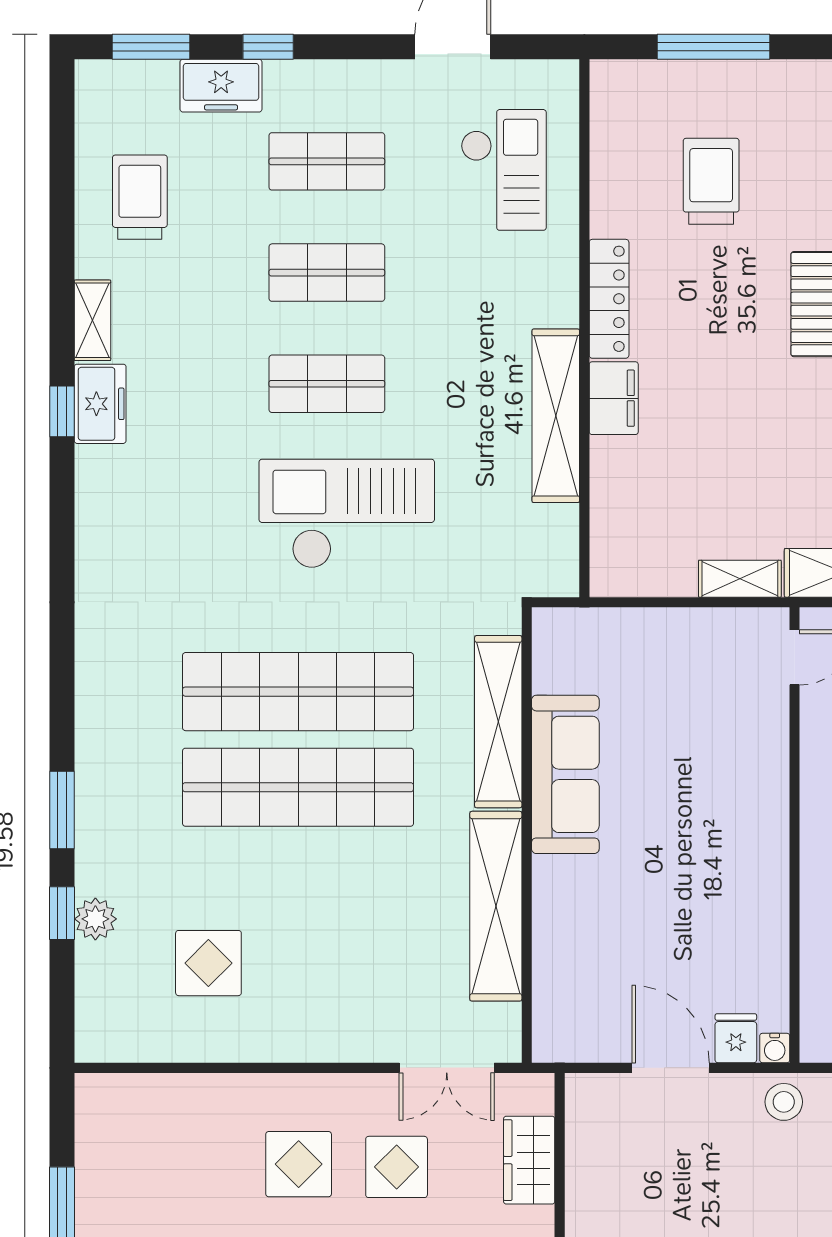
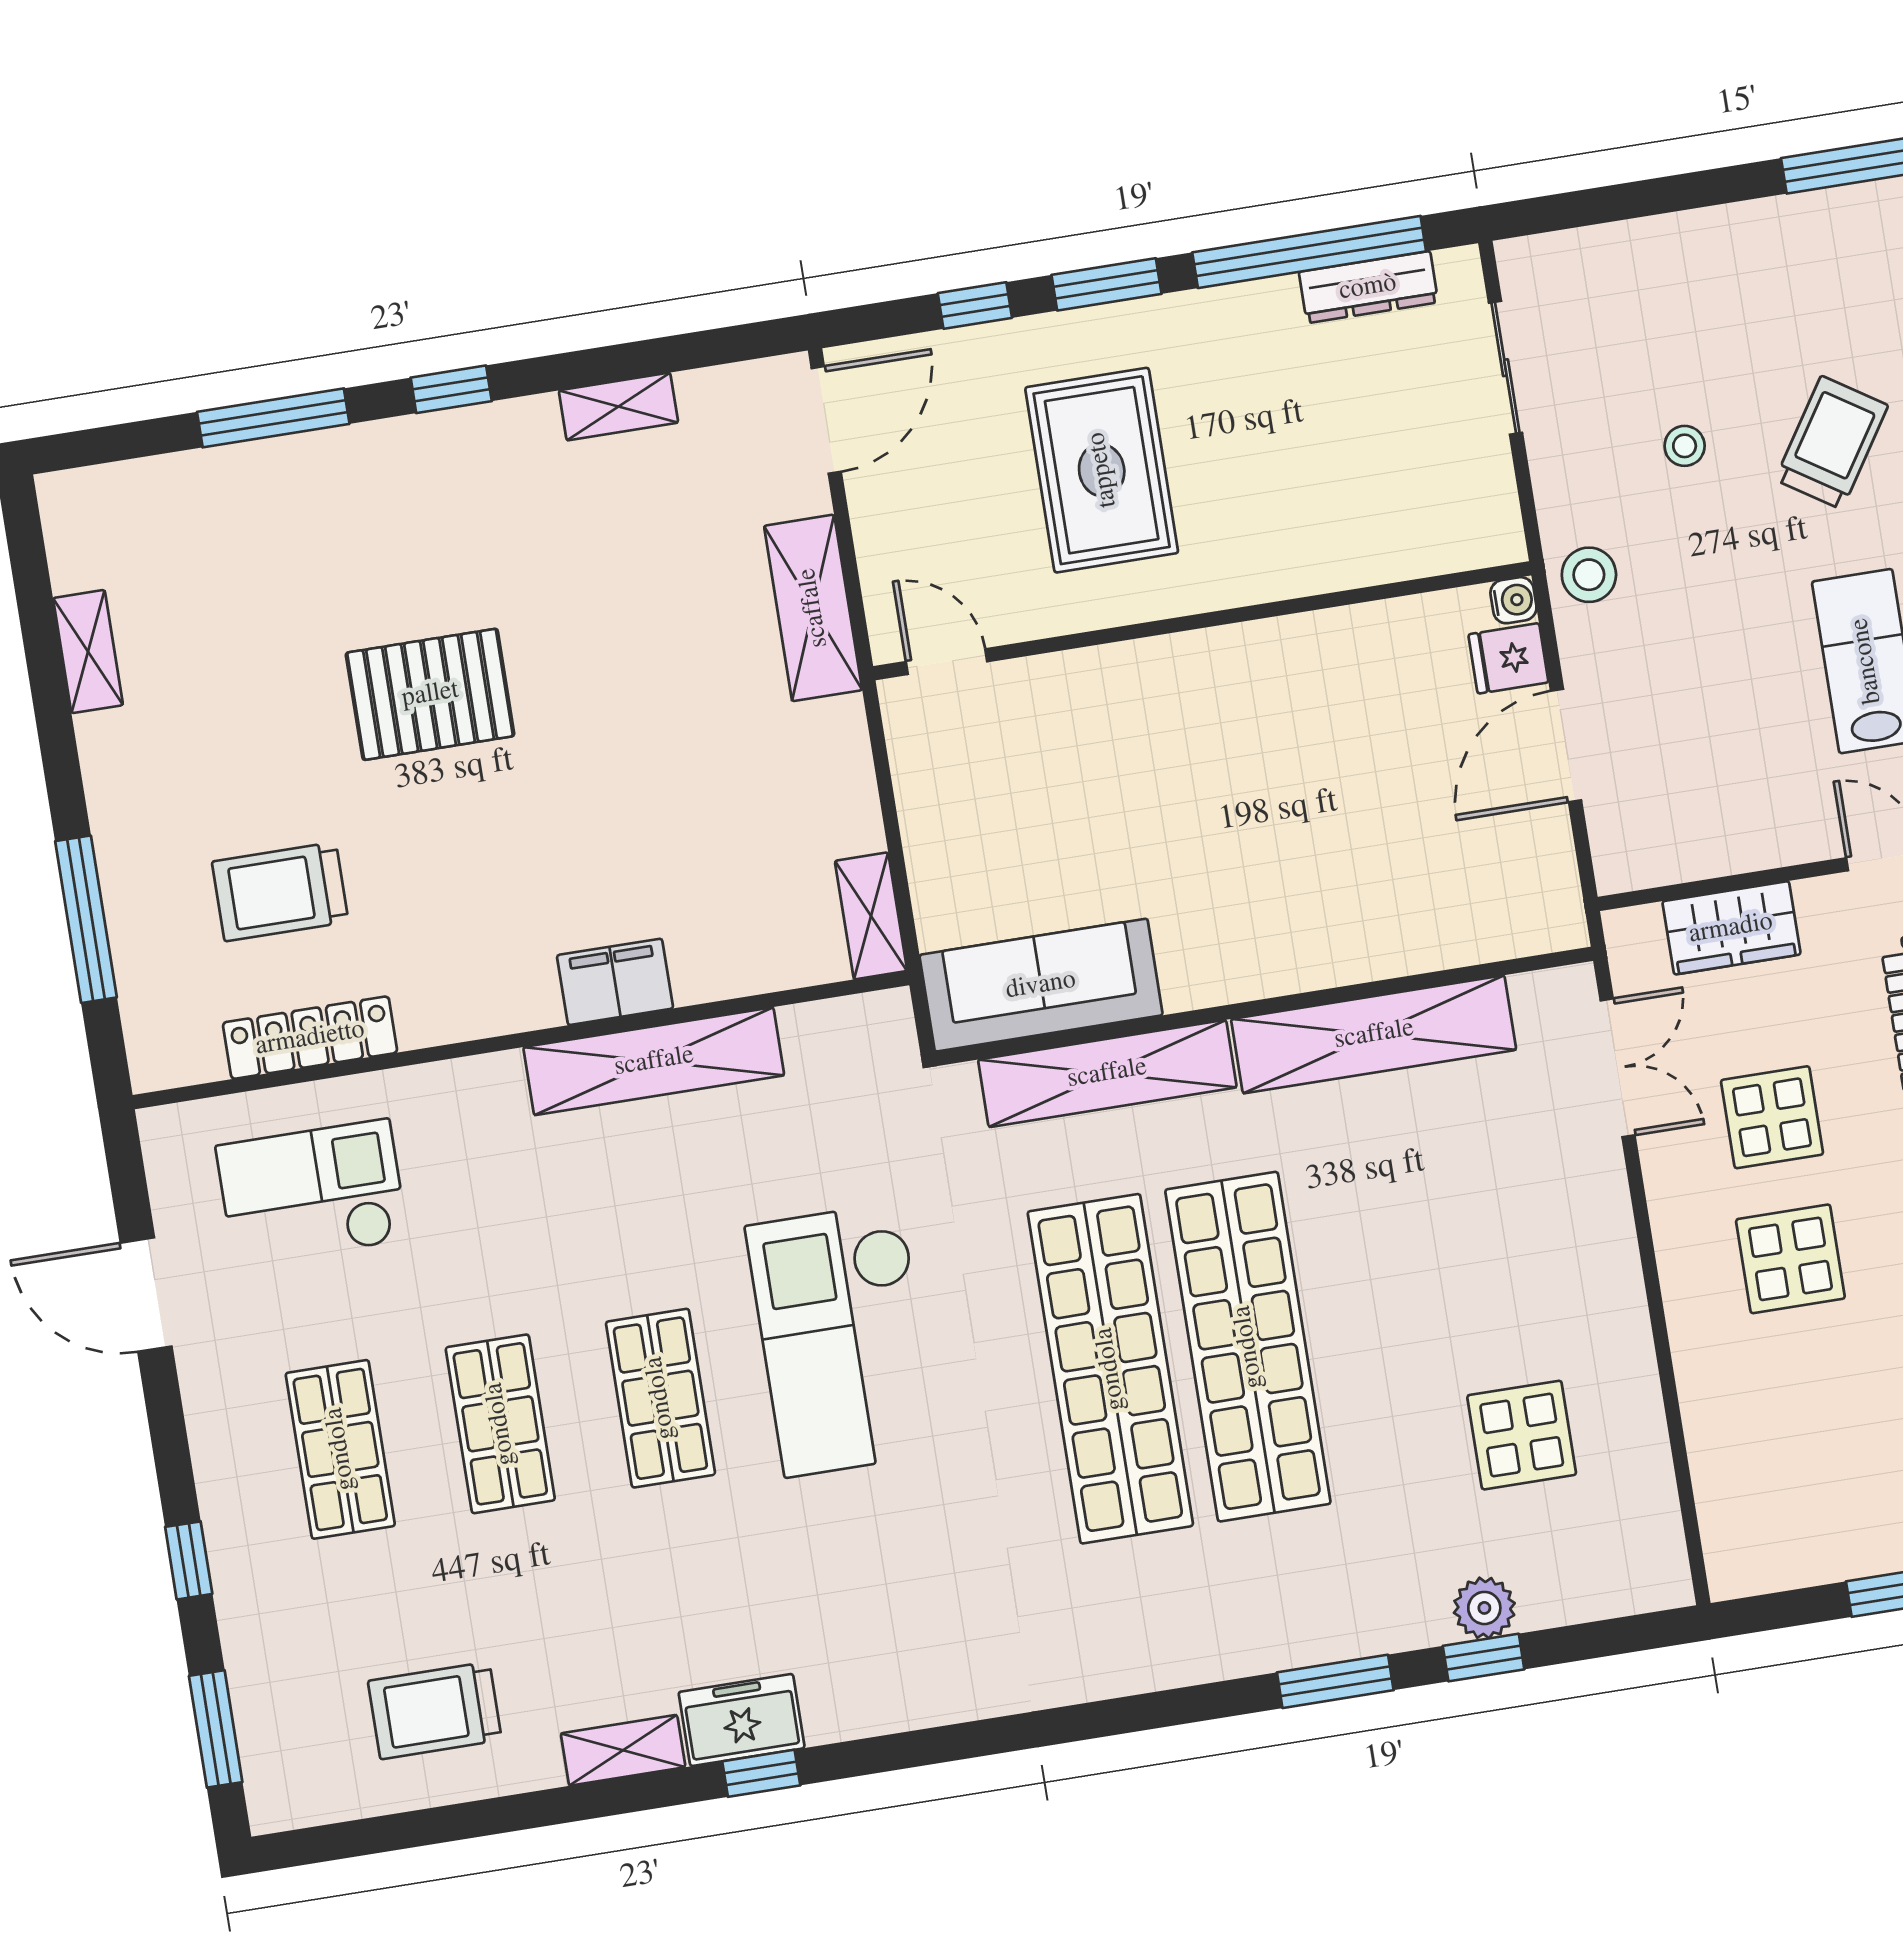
freezer: (221, 86) -> (256, 1619), removed
locker: (609, 299) -> (310, 1038), moved
shelving: (740, 579) -> (871, 916), moved
sofa: (565, 774) -> (1041, 985), moved

